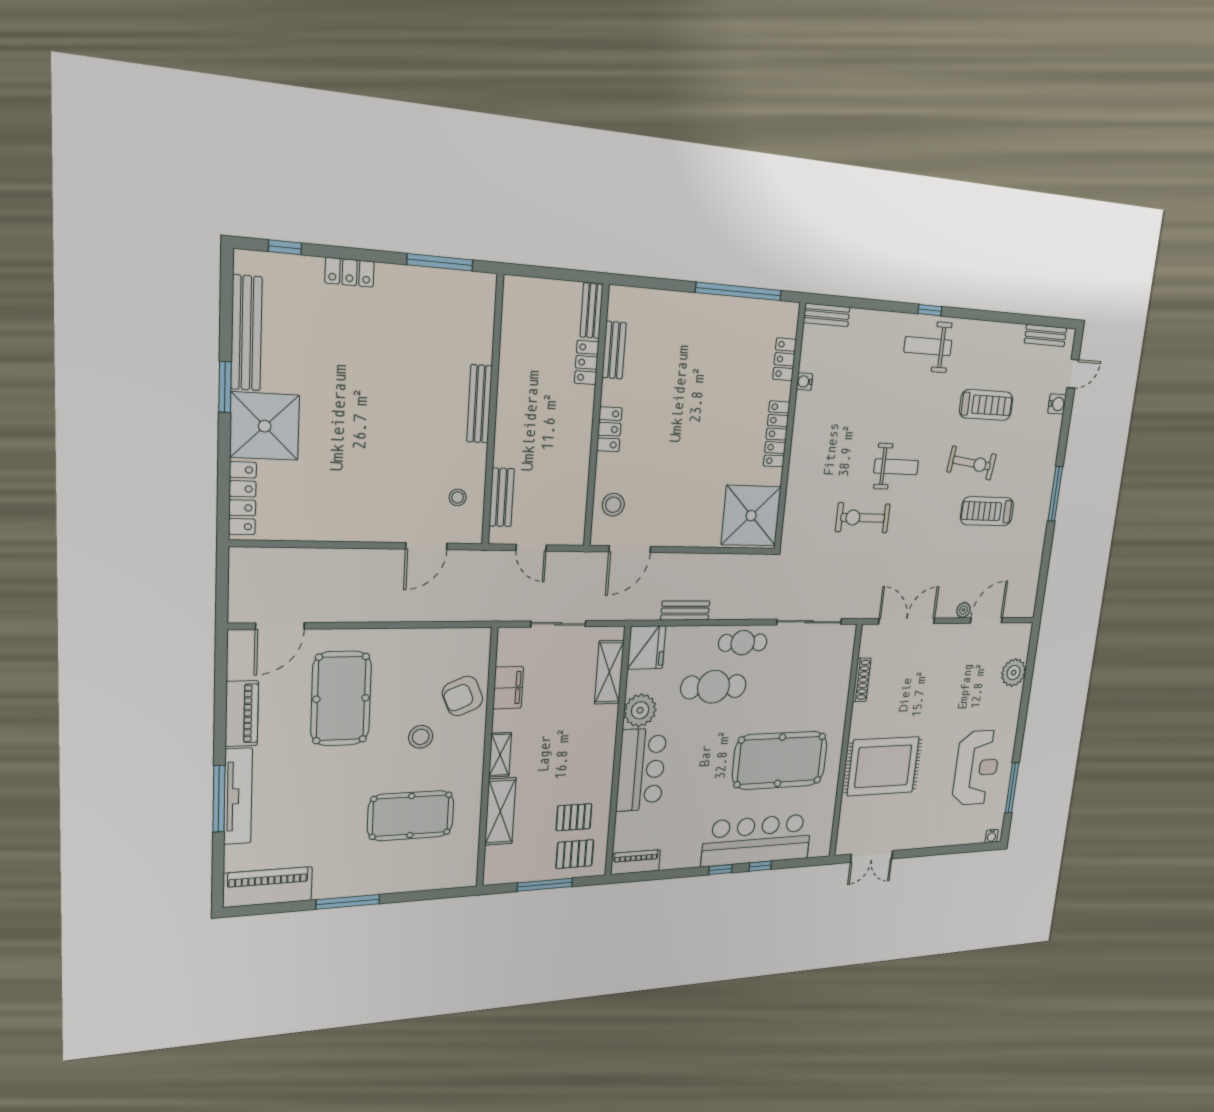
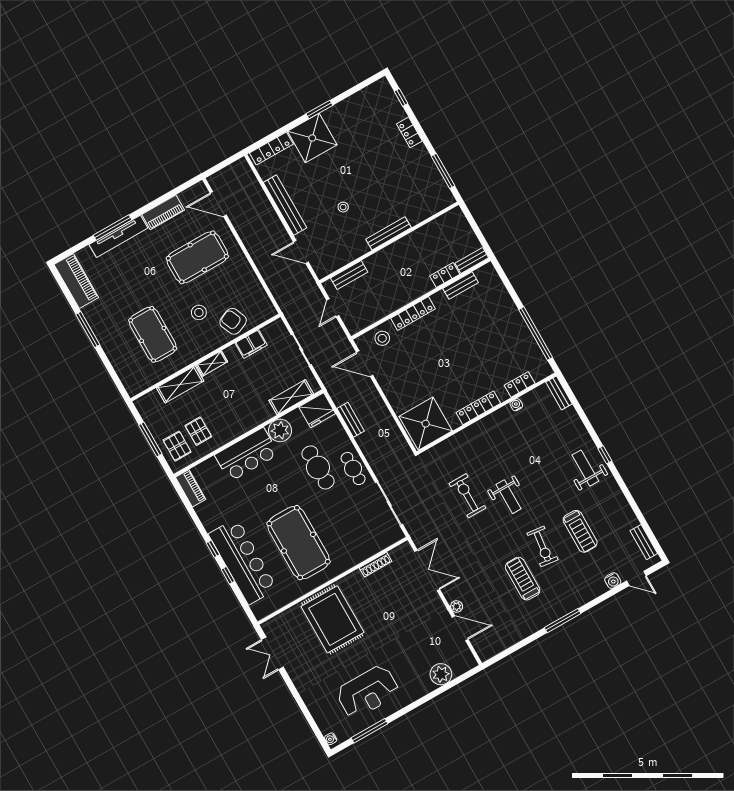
bench: (246, 333) -> (285, 205), moved, turned 90
locker: (609, 429) -> (413, 314), width x1.53
stool: (458, 497) -> (343, 207), moved

